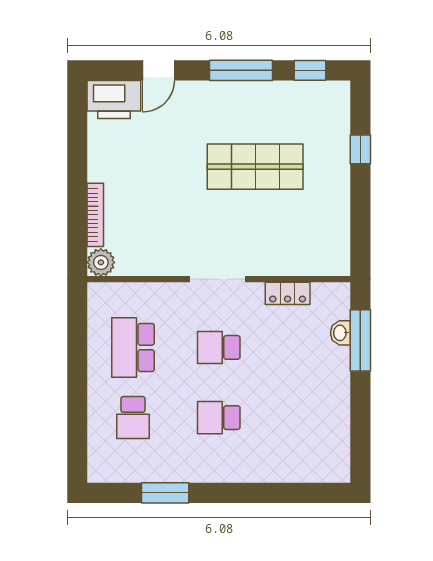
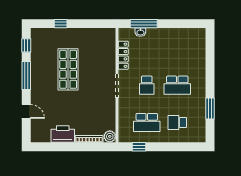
printer: (114, 100) -> (63, 134), moved, turned -90
locker: (288, 293) -> (123, 55), width x1.53
window: (77, 330) -> (139, 147), added
school desk: (133, 418) -> (177, 122), turned 180
school desk: (219, 418) -> (177, 85), width x1.85

